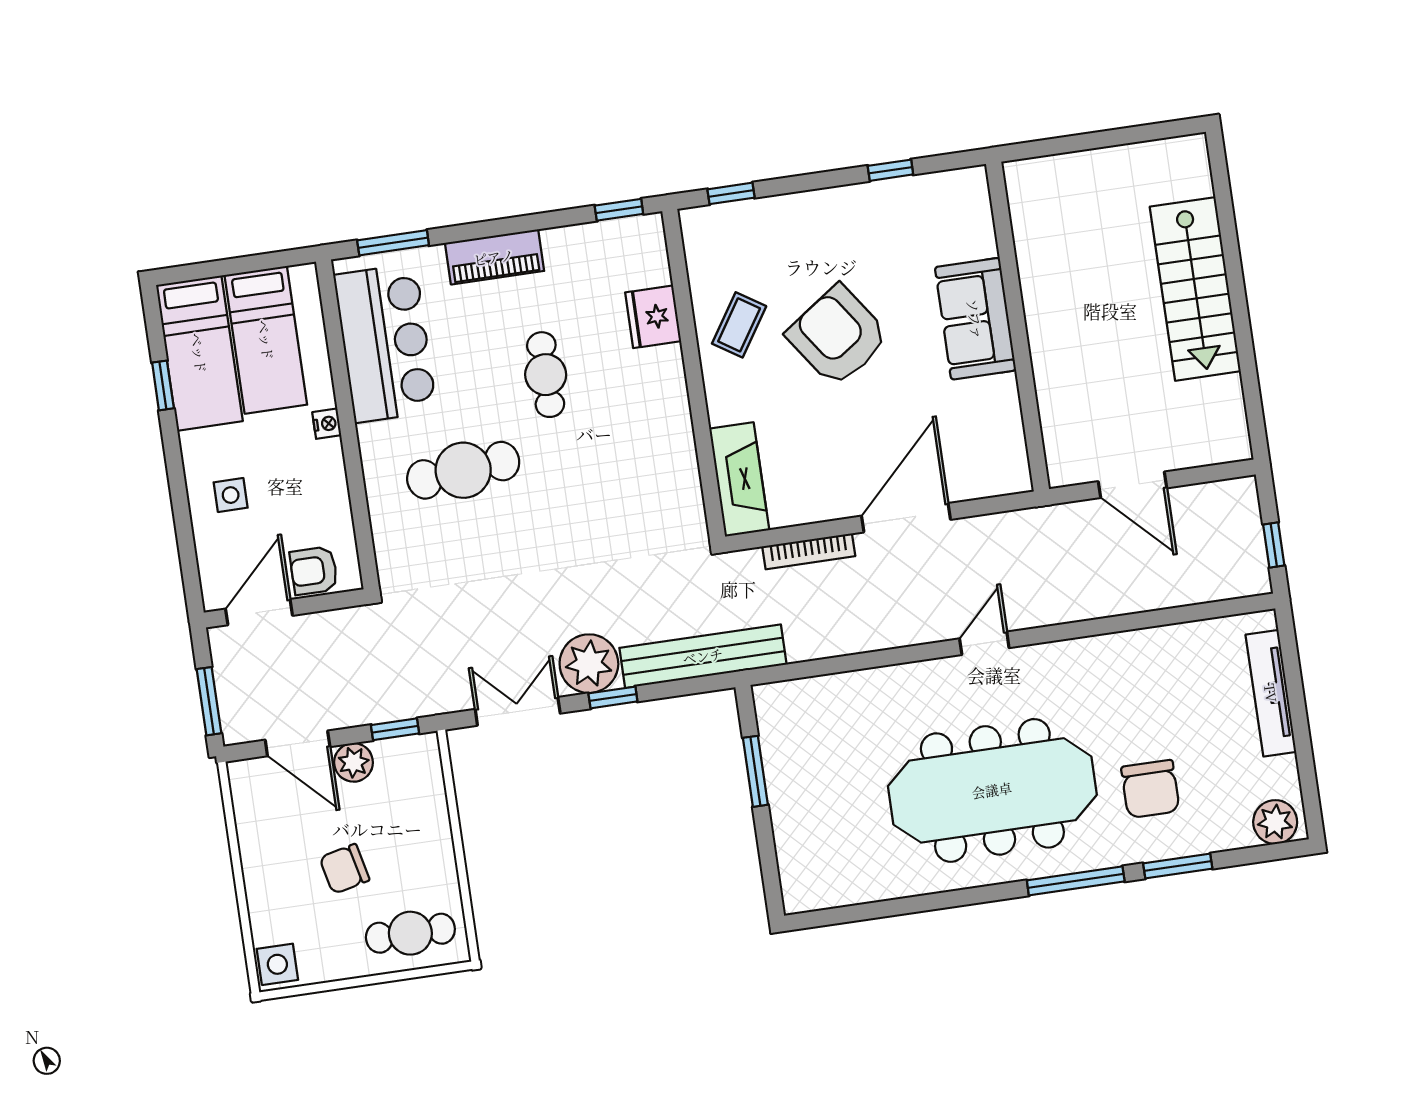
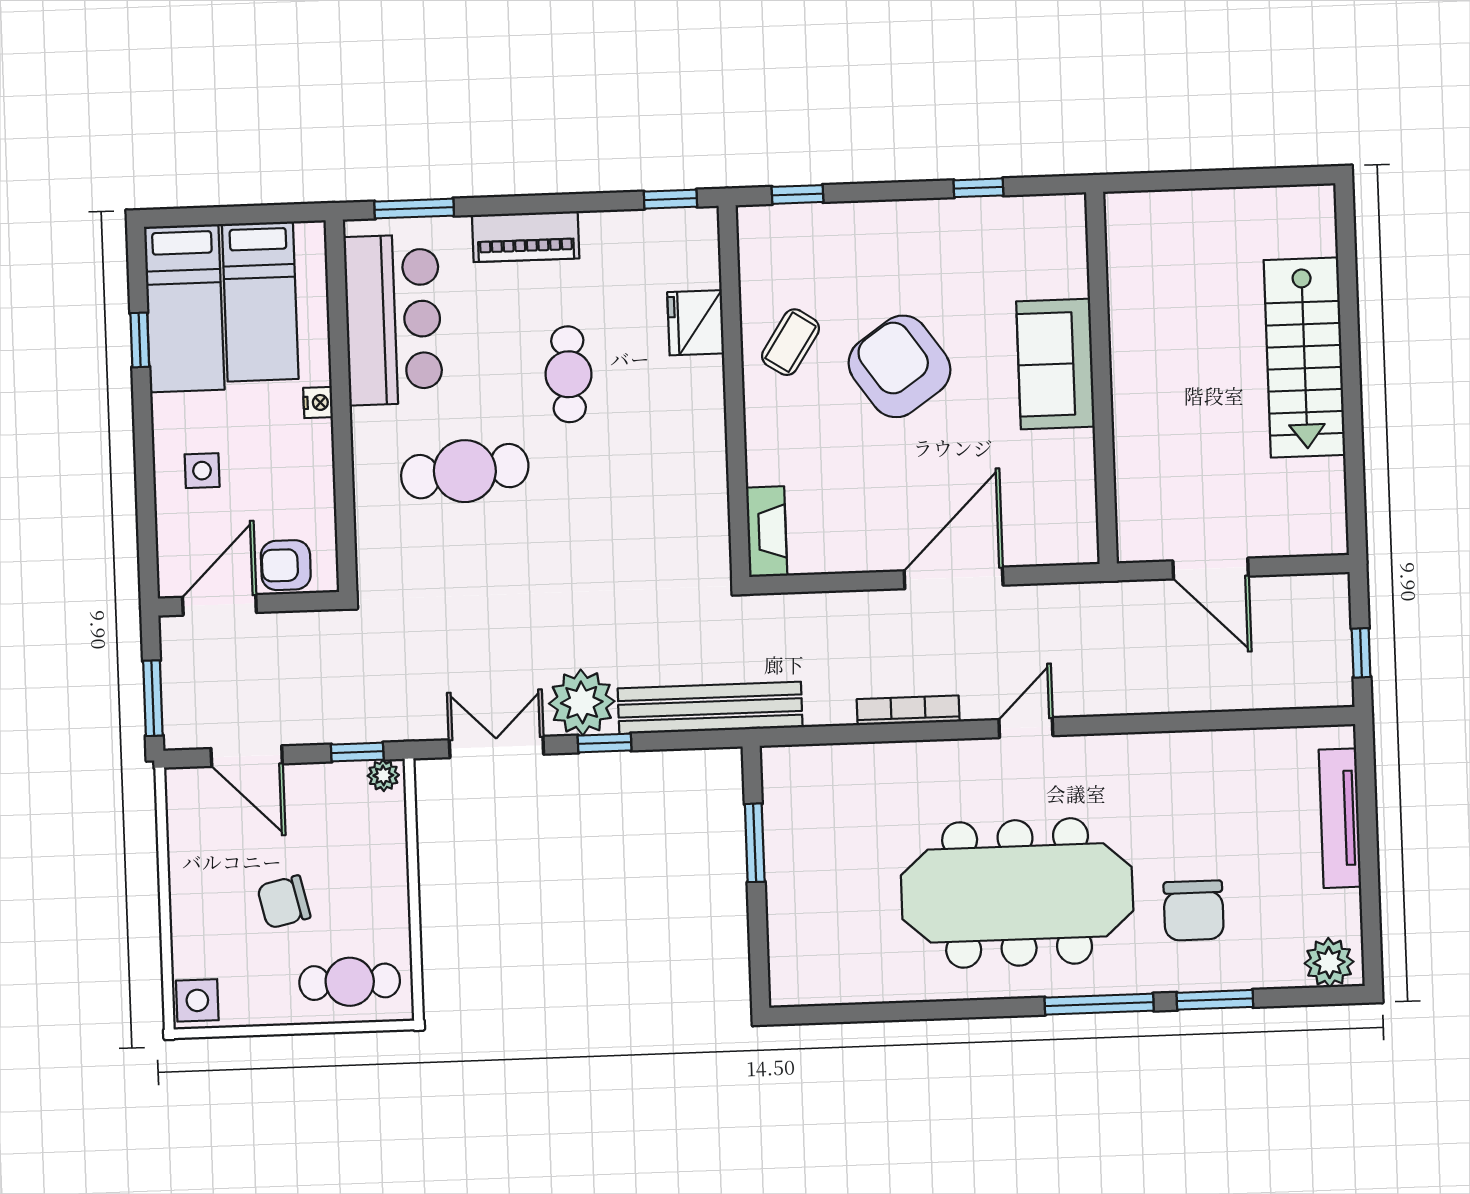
fireplace: (739, 479) -> (767, 532), width x0.73, depth x0.76
bookcase: (809, 551) -> (908, 710), moved, turned 180
plant: (354, 762) -> (383, 775), moved, width x0.73, depth x0.73

